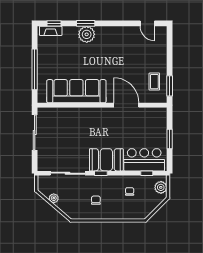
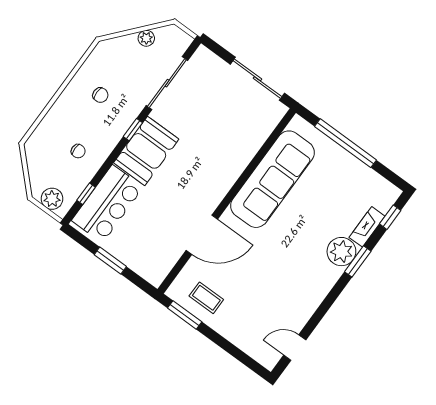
fireplace: (51, 31) -> (367, 227), moved

